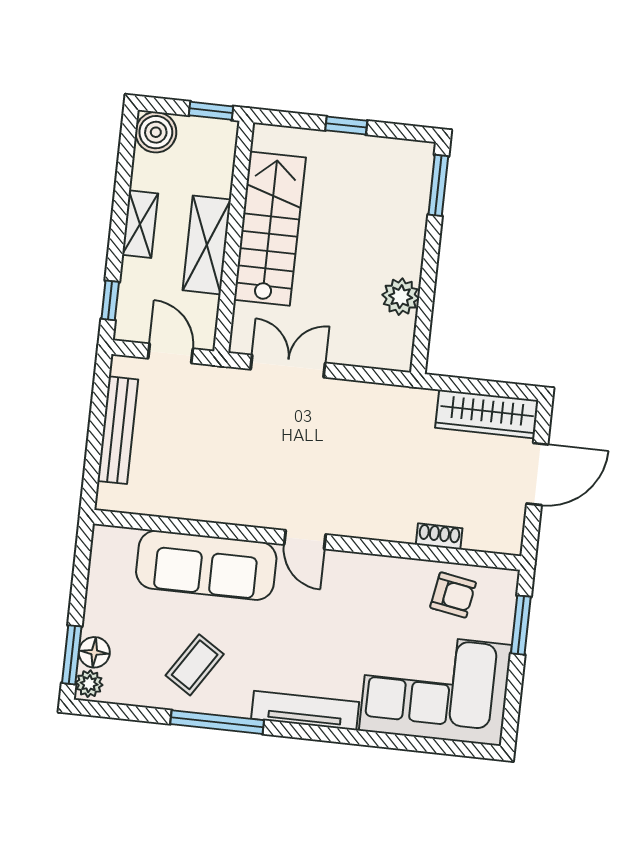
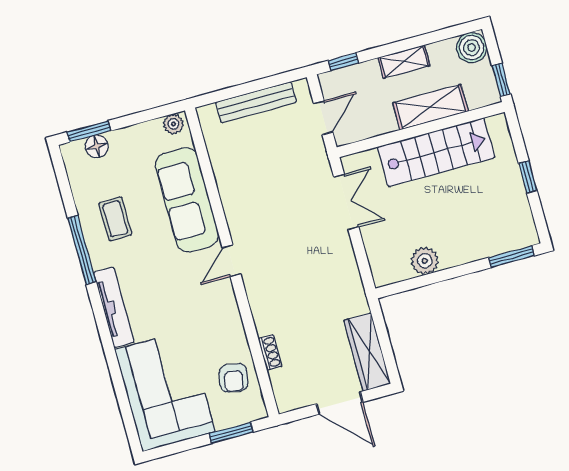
shelving: (207, 245) -> (430, 107), moved
coffee table: (195, 665) -> (115, 219), turned 57
plant: (89, 684) -> (173, 124), moved

